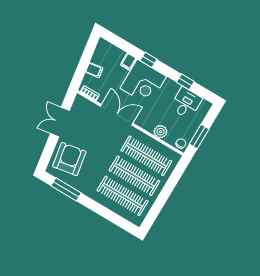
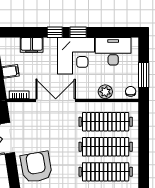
filing cabinet: (128, 62) -> (32, 45), width x2.00
corner desk: (143, 82) -> (76, 56), moved
window: (185, 82) -> (78, 32), moved
desk: (186, 103) -> (113, 51), width x1.37

